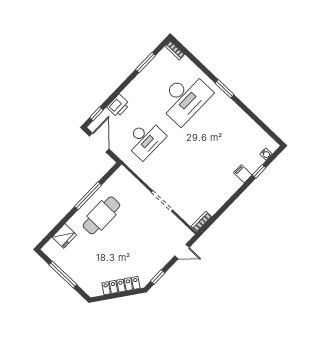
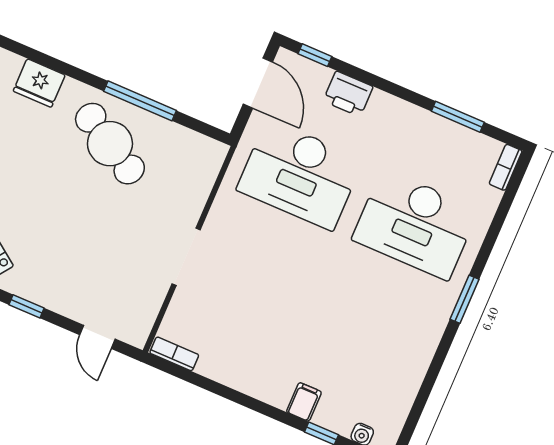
desk: (145, 139) -> (300, 175), width x1.36, depth x1.30
door: (99, 143) -> (258, 83), hinge flipped
cafe table: (101, 215) -> (110, 144), turned 30

